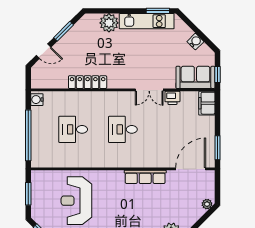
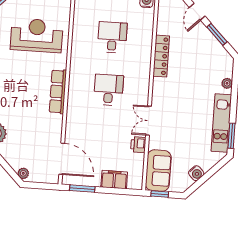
plant: (109, 23) -> (227, 83), width x0.53, depth x0.53
filing cabinet: (207, 103) -> (114, 180), moved
row of seats: (145, 177) -> (58, 92), moved

